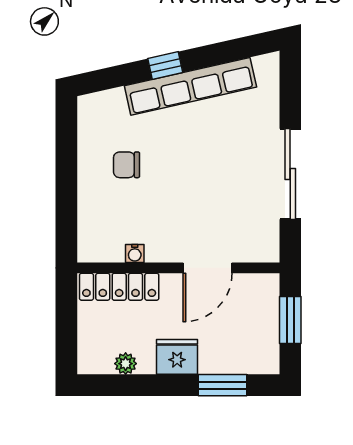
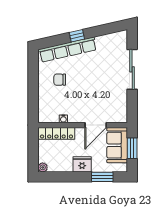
row of seats: (190, 86) -> (68, 50), moved
sliding door: (290, 174) -> (132, 69), moved
sofa: (256, 313) -> (117, 145), added
plant: (126, 364) -> (43, 167), moved

